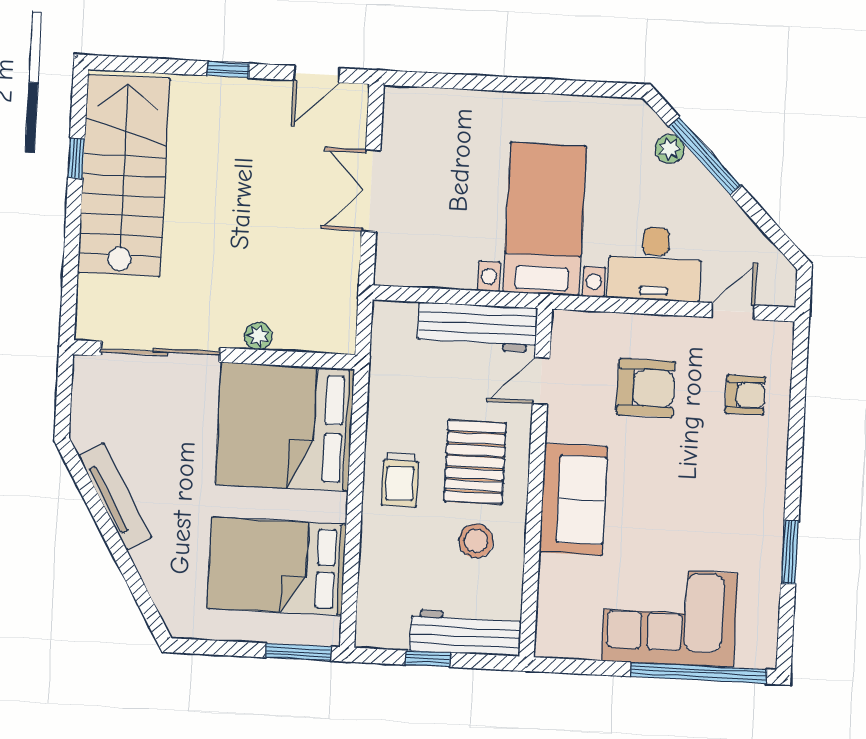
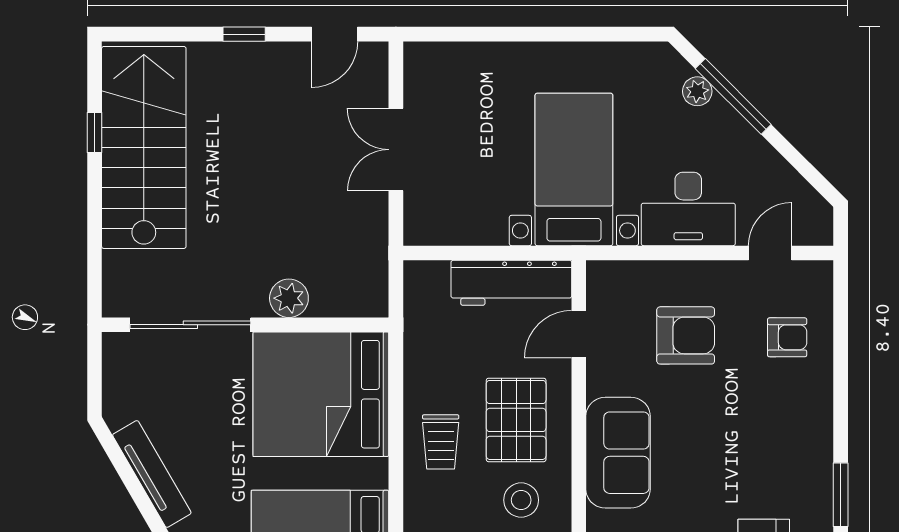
plant: (258, 336) -> (289, 298), width x1.38, depth x1.38

